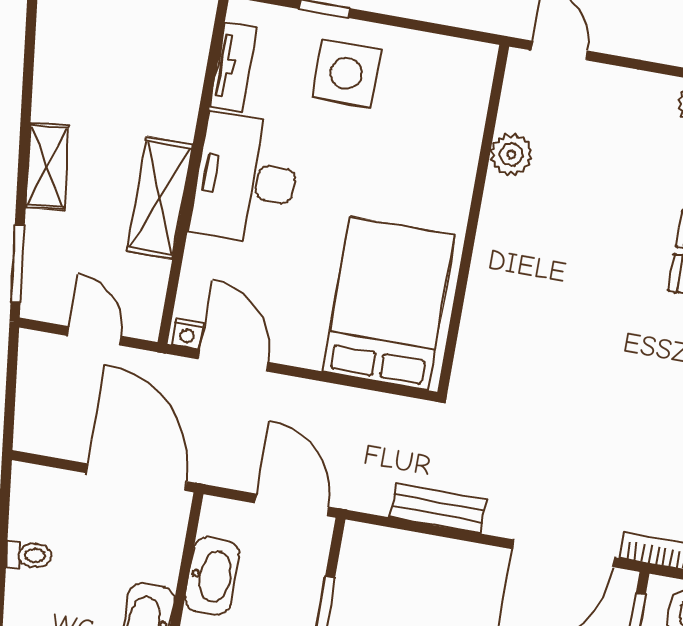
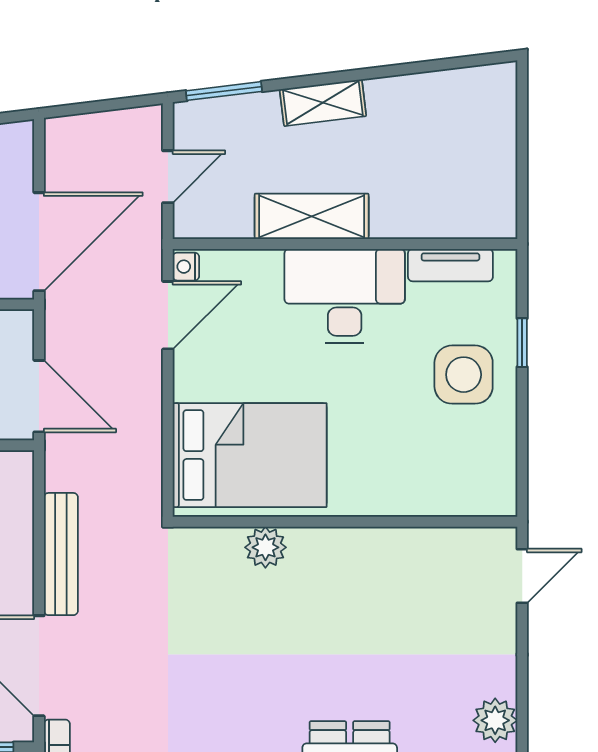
plant: (511, 155) -> (265, 547), moved
door: (292, 505) -> (39, 396), hinge flipped
bench: (438, 508) -> (61, 554), width x1.36

